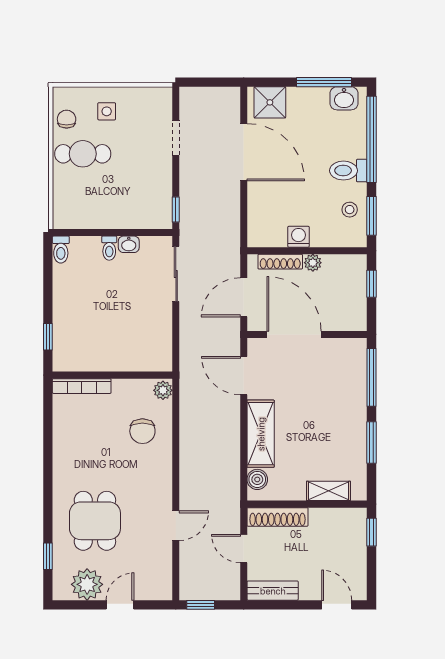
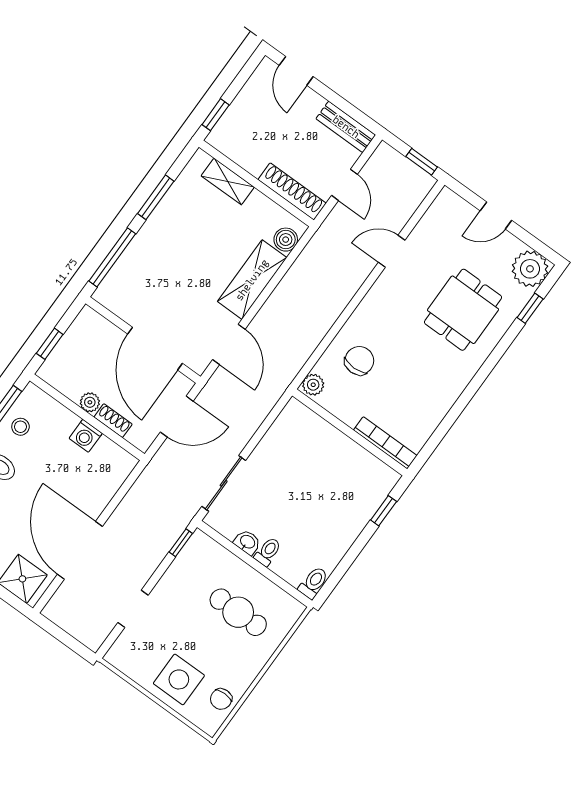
side table: (107, 111) -> (179, 679), width x1.87, depth x1.87
cafe table: (83, 154) -> (238, 612), moved
shoe rack: (280, 262) -> (113, 421), width x0.70
plant: (87, 584) -> (530, 269), moved

